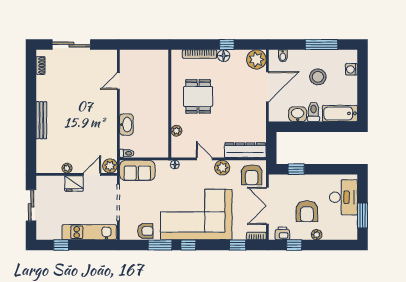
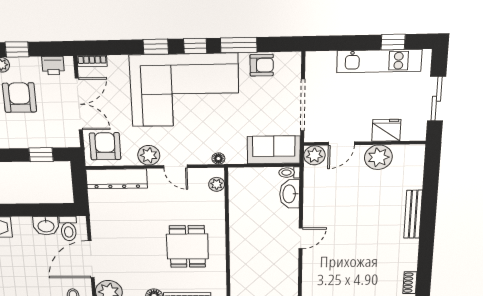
stool: (318, 77) -> (23, 272), removed
door: (118, 81) -> (301, 238), moved
toilet: (313, 112) -> (68, 228), moved
washbasin: (126, 125) -> (290, 194), moved
plant: (176, 131) -> (217, 184), moved
plant: (67, 168) -> (378, 157), width x1.88, depth x1.88
fridge: (74, 184) -> (386, 130), moved
armchair: (145, 231) -> (262, 65), turned 180
kitchen unit: (89, 232) -> (379, 61), moved
window: (238, 245) -> (156, 47), moved
window: (294, 245) -> (17, 49), moved

